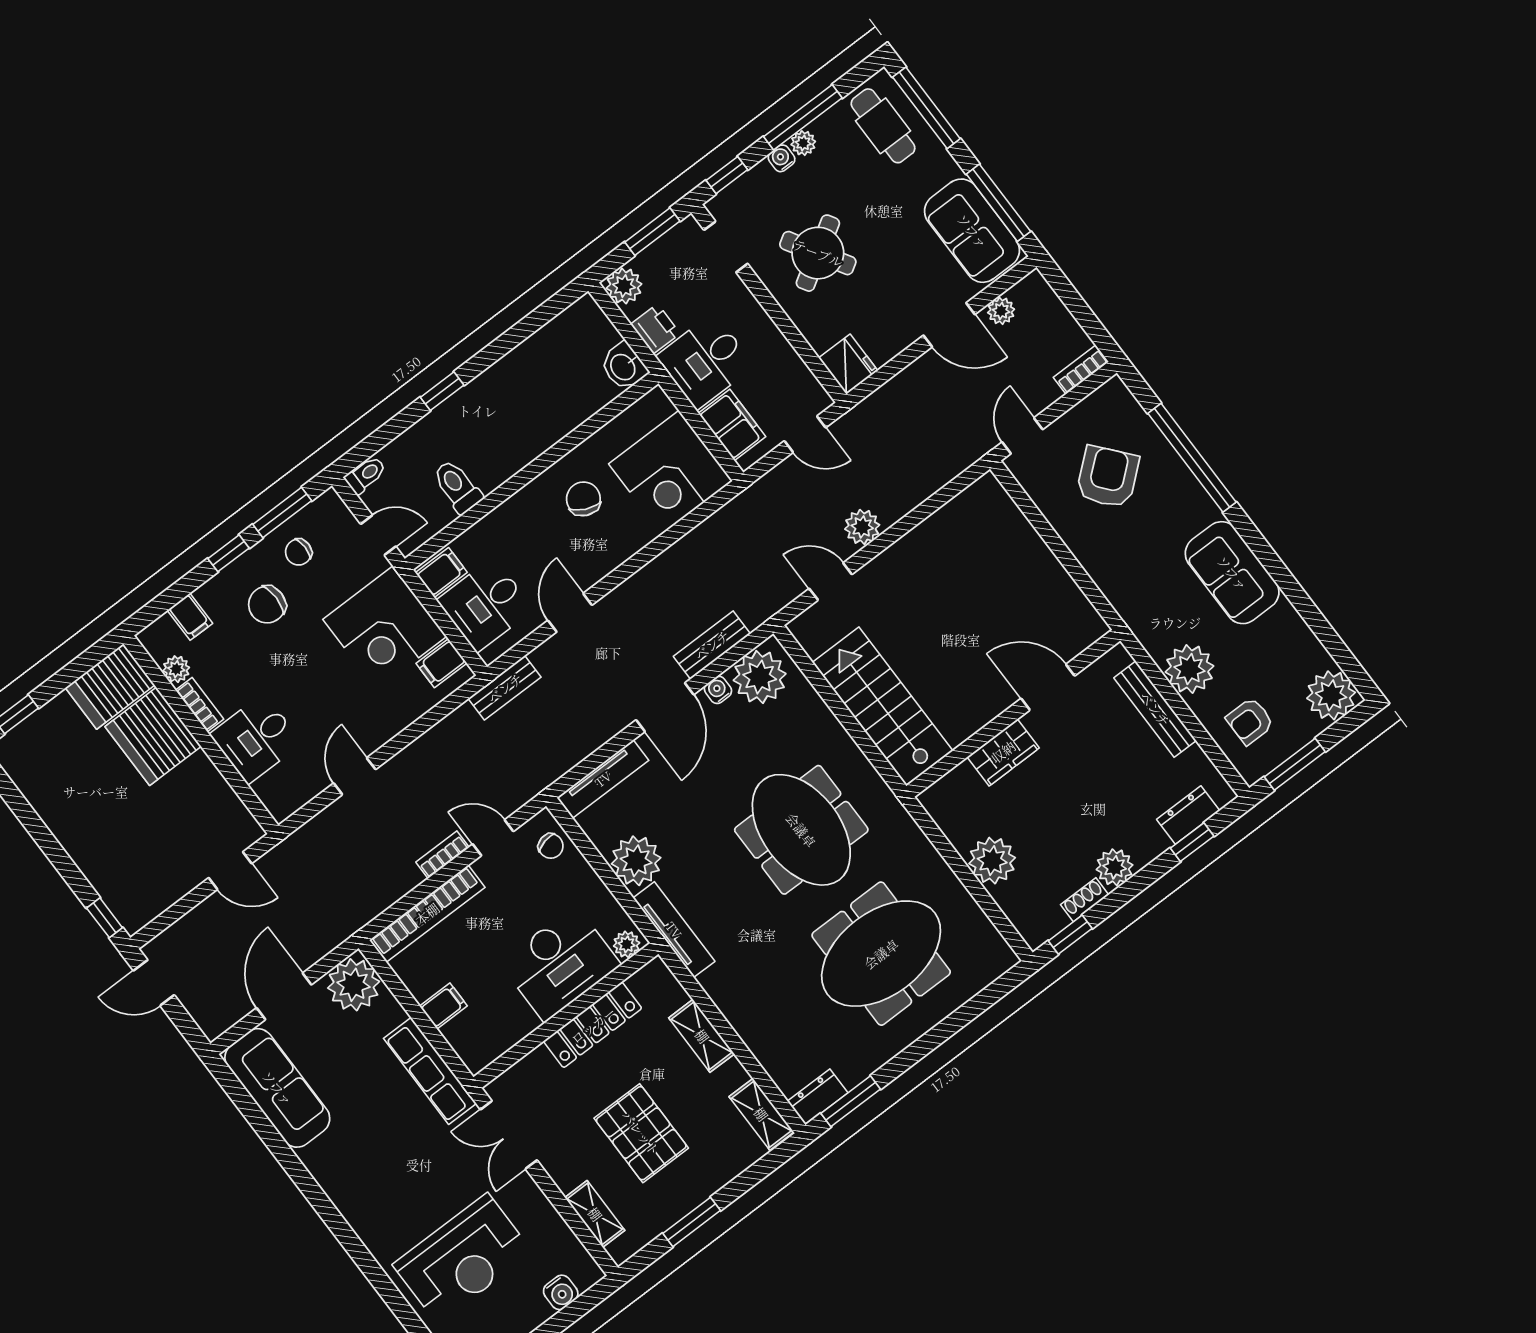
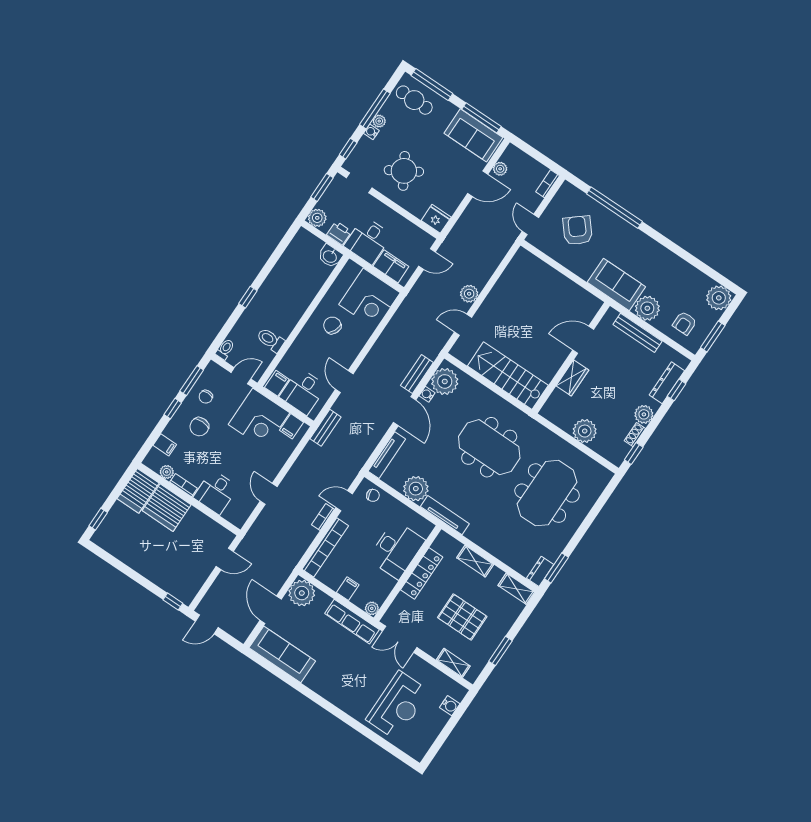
sofa: (1232, 573) -> (616, 284), moved, turned 180
dresser: (1188, 815) -> (667, 383), width x1.44
plant: (627, 944) -> (372, 608), moved

